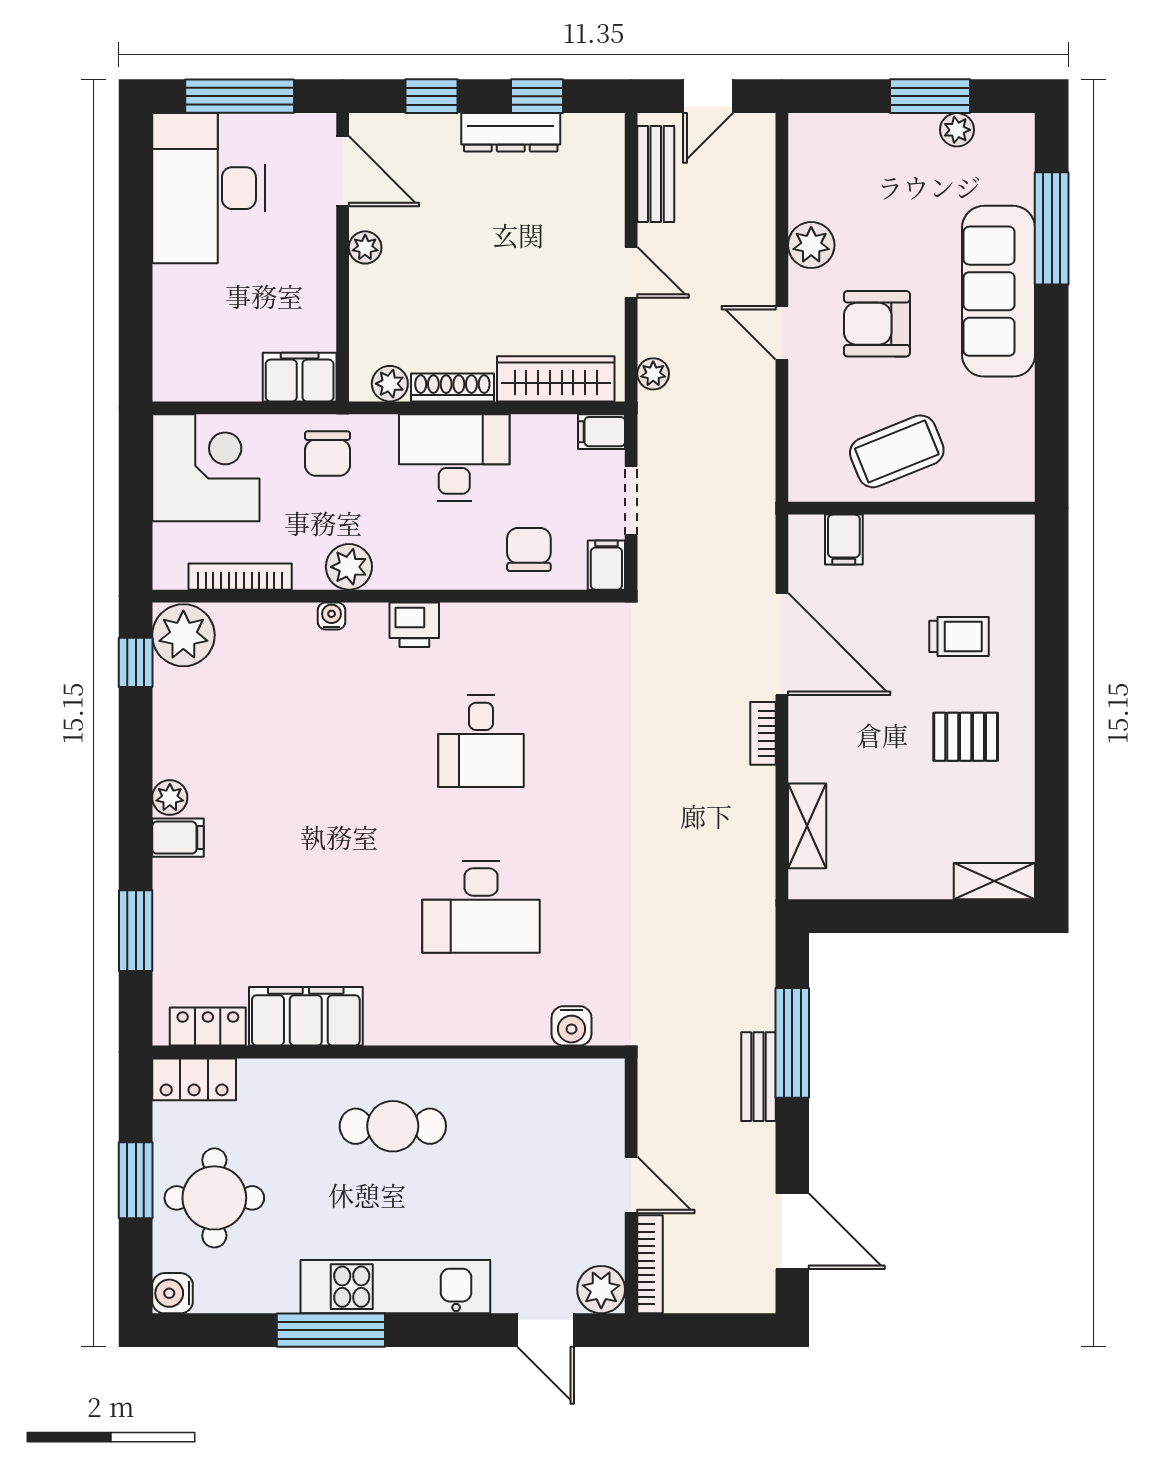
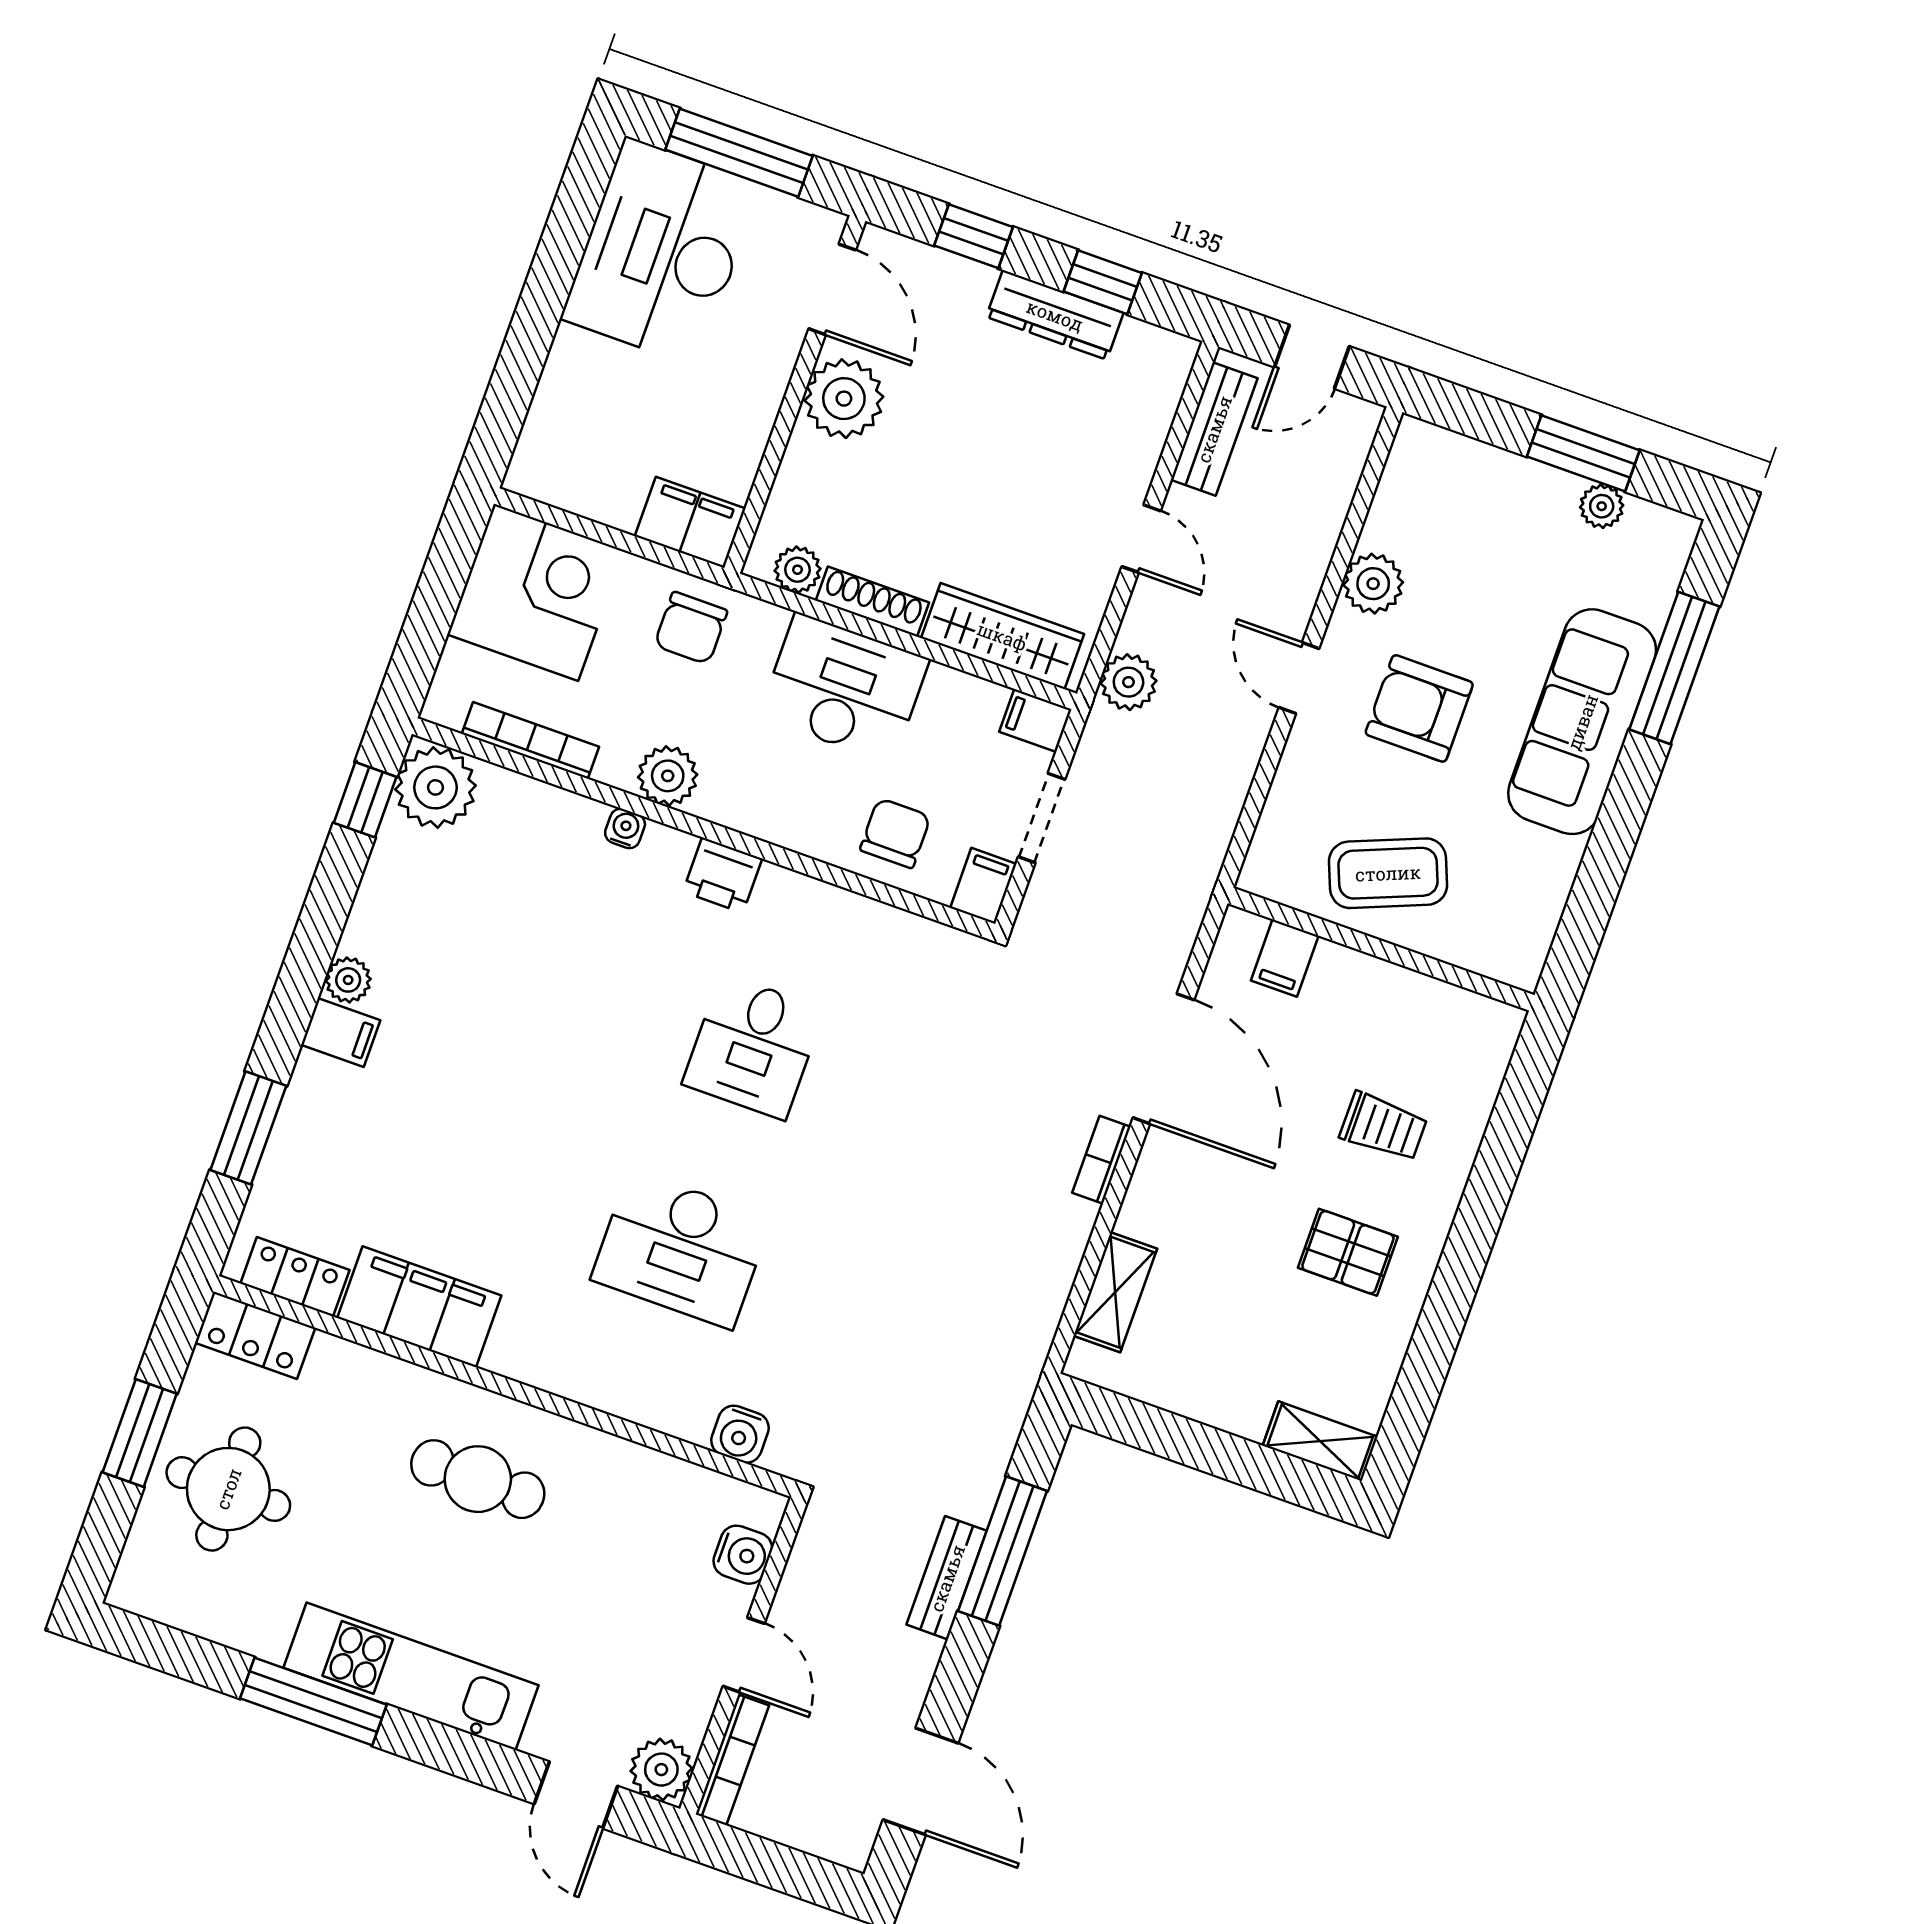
plant: (365, 247) -> (844, 399), width x1.88, depth x1.88
plant: (653, 374) -> (1128, 682), width x1.38, depth x1.38
water cooler: (172, 1293) -> (743, 1555), moved, turned 180

